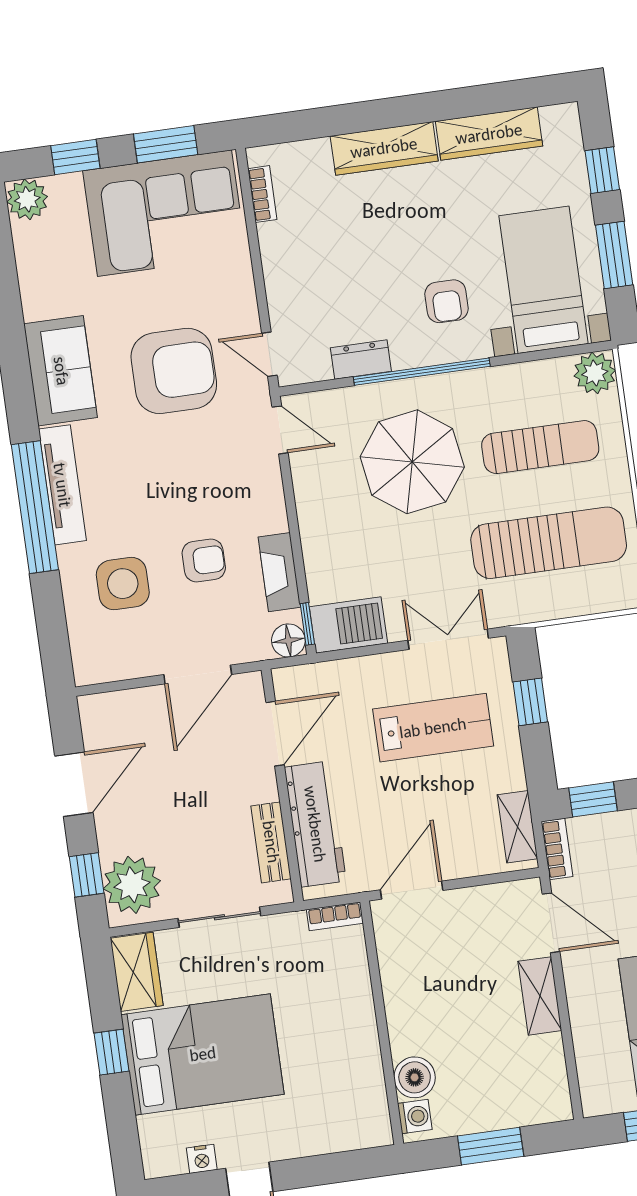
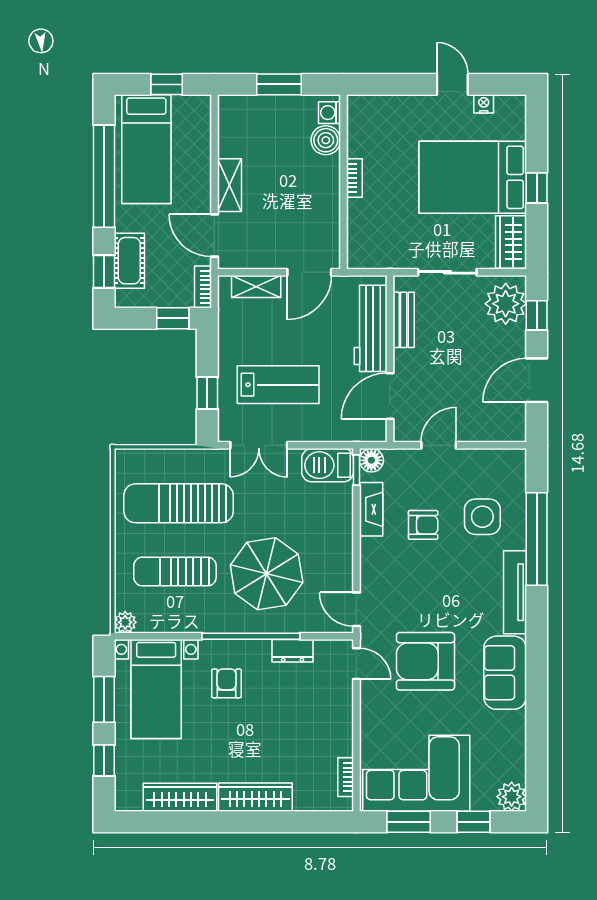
plant: (595, 373) -> (125, 622), width x0.73, depth x0.73
window: (35, 507) -> (537, 539), moved
armchair: (204, 561) -> (423, 525), turned 180
door: (198, 674) -> (439, 445), width x0.73
lab bench: (433, 728) -> (278, 385), turned 180
shelving: (517, 827) -> (256, 286), moved, turned 90
bookcase: (335, 916) -> (354, 178), moved, turned 90

